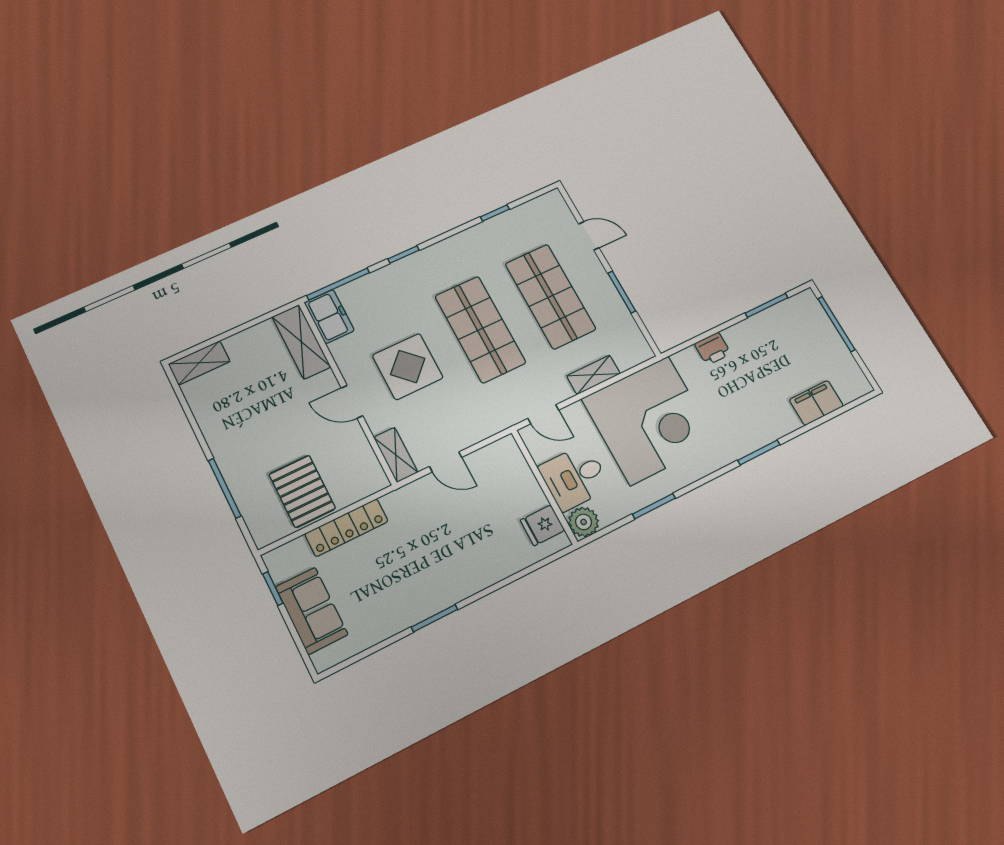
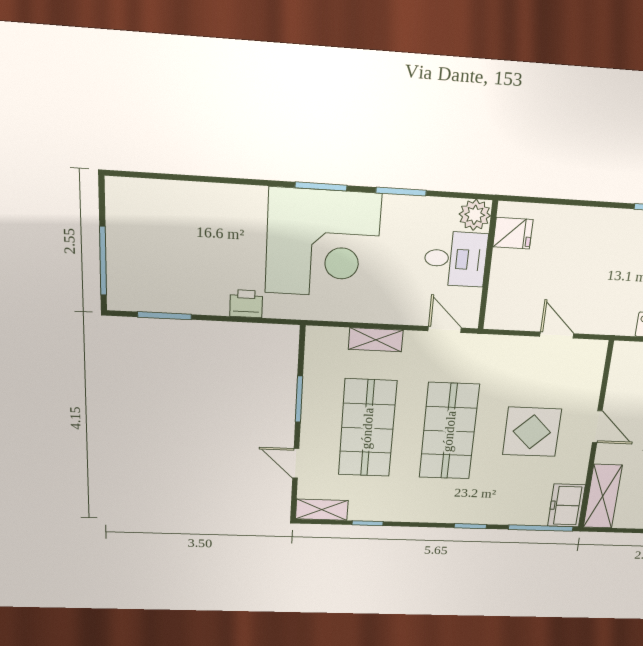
filing cabinet: (816, 403) -> (175, 197), removed
corner desk: (649, 420) -> (323, 243), moved, turned 180
window: (759, 453) -> (321, 186), moved
shelving: (396, 455) -> (322, 510), moved, turned 90

